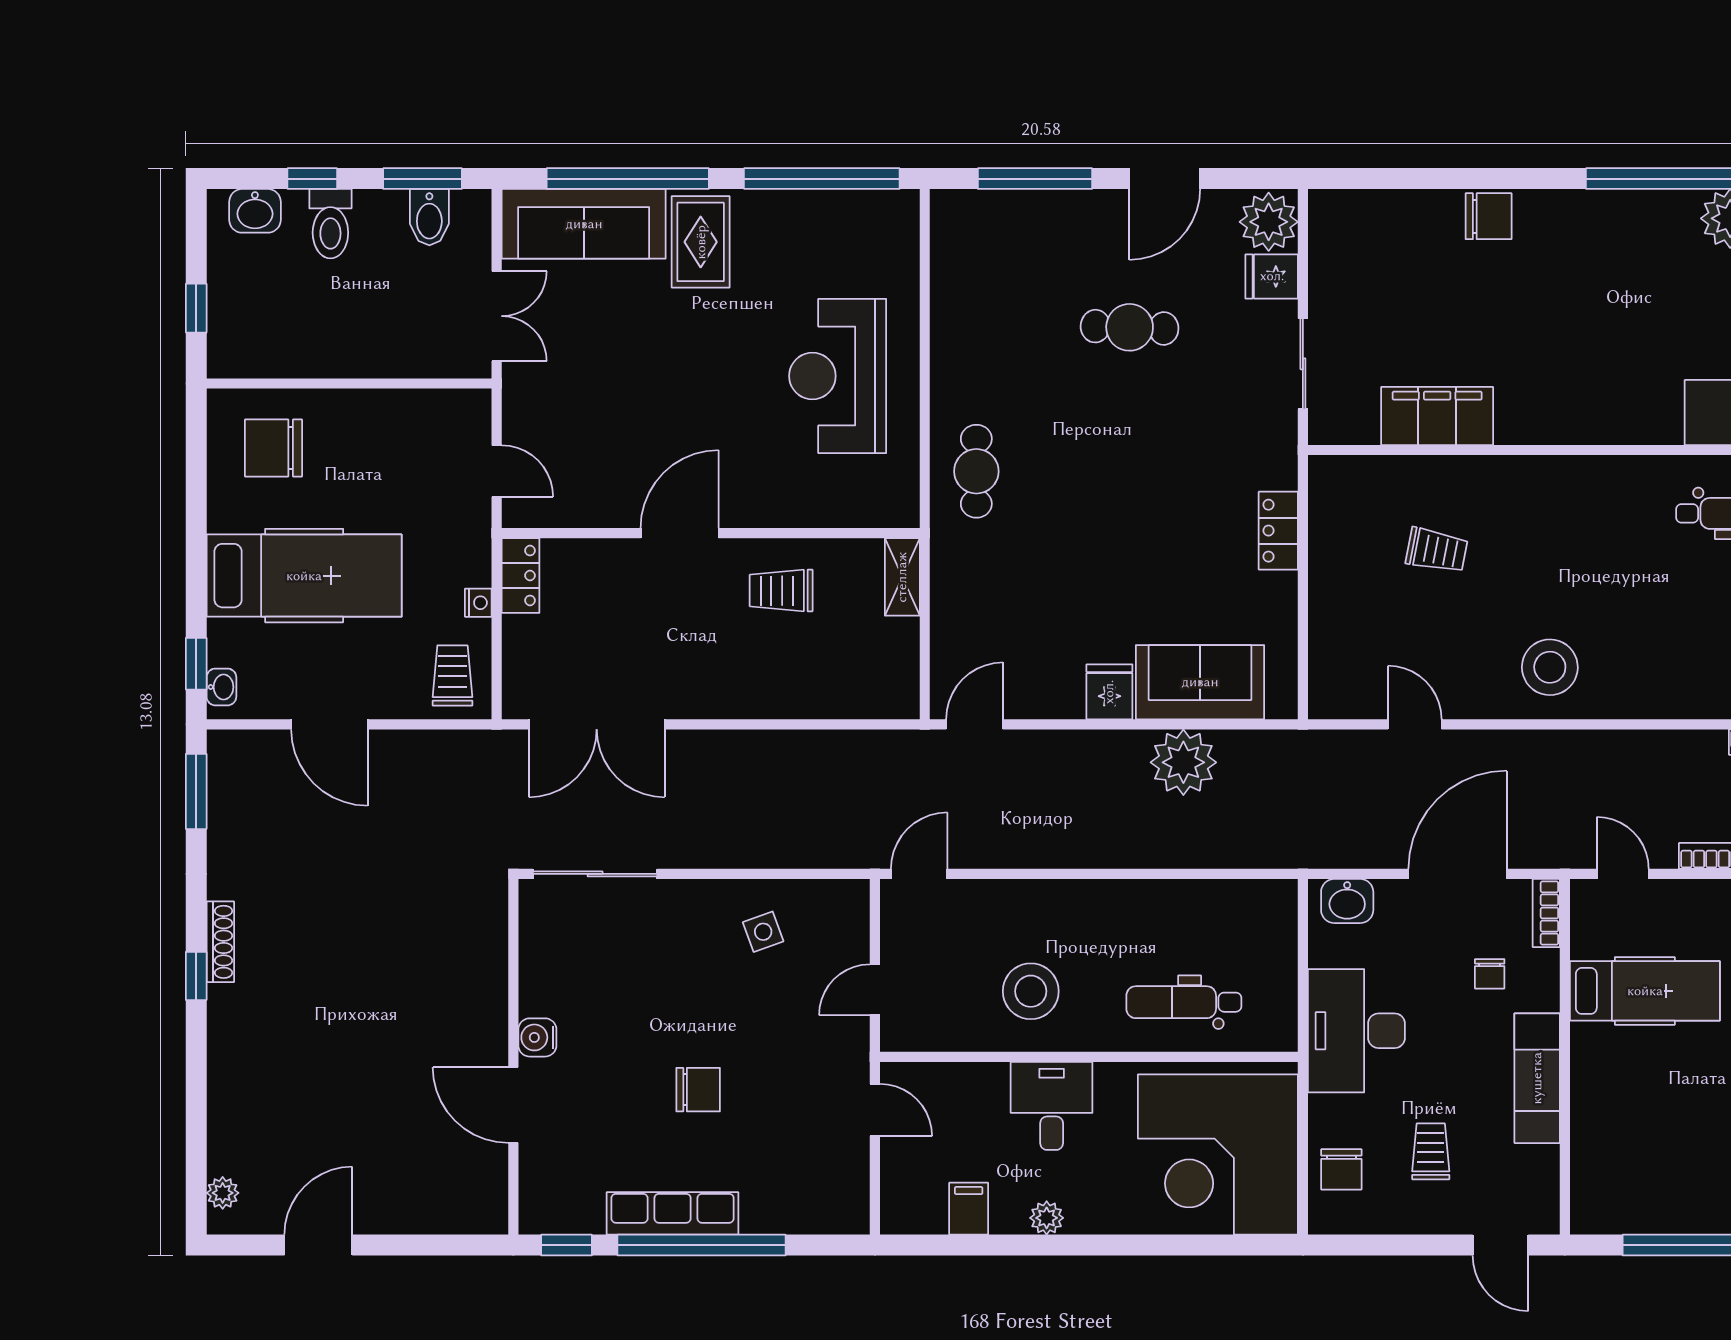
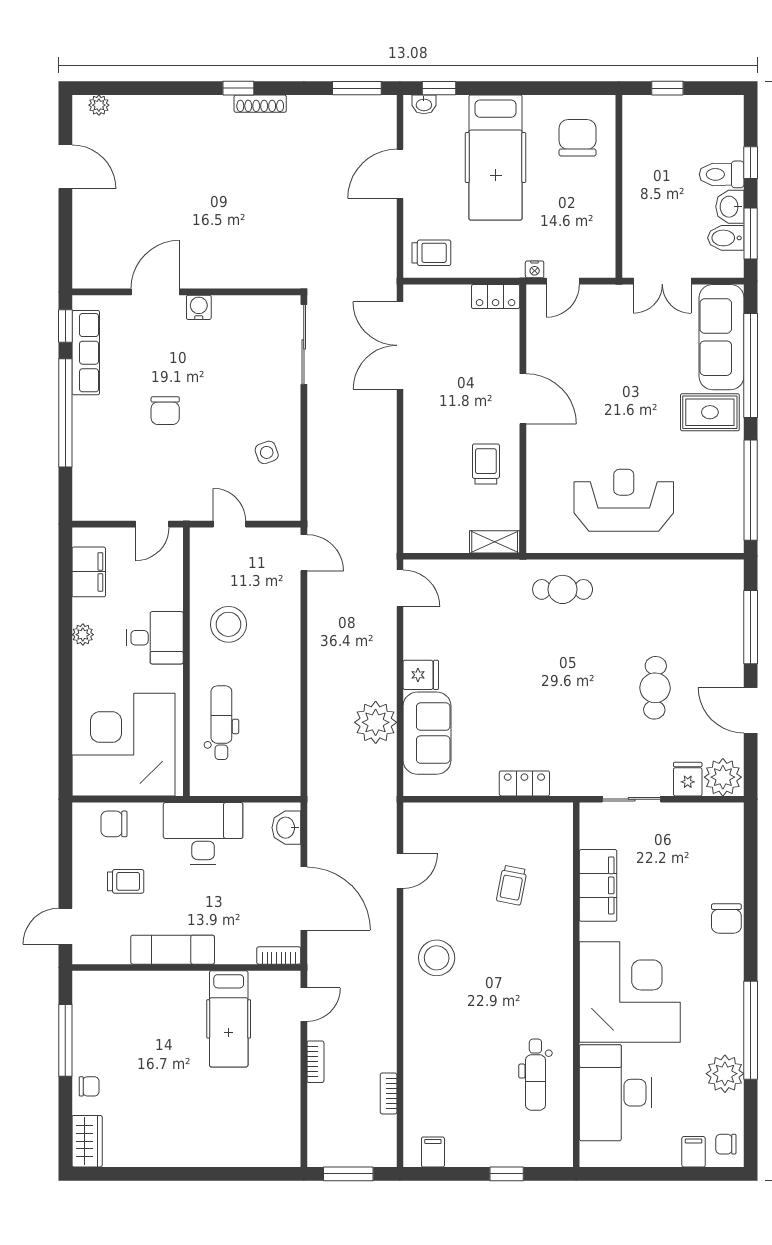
washbasin: (255, 211) -> (730, 207), moved
corner desk: (1603, 367) -> (630, 992), added
nightstand: (478, 603) -> (535, 269), moved
chair: (1490, 974) -> (240, 919), removed
filing cabinet: (969, 1209) -> (89, 572), width x2.00
row of seats: (673, 1213) -> (86, 353), moved

